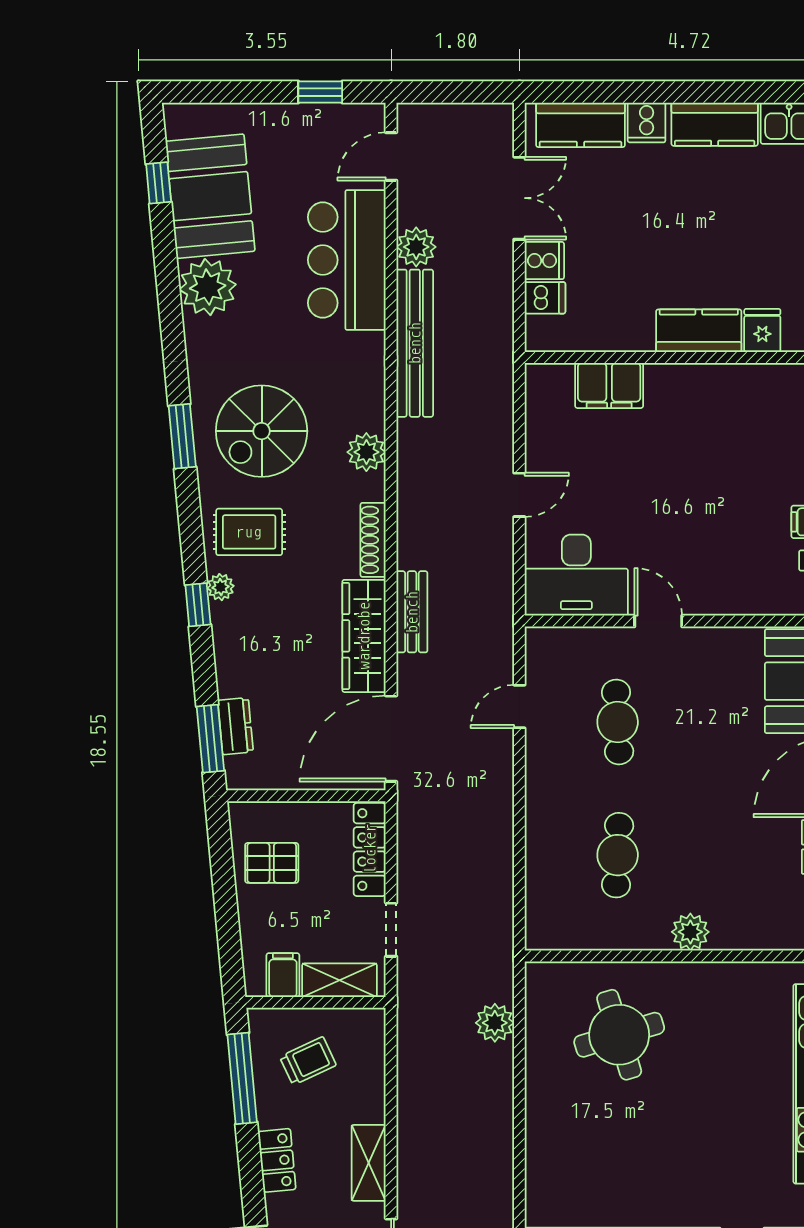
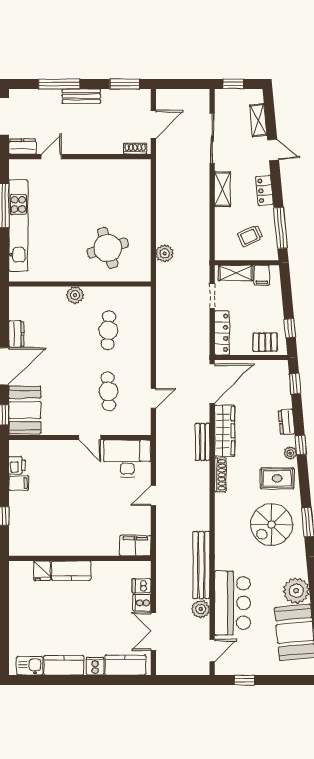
filing cabinet: (609, 385) -> (135, 546), moved
spiral stairs: (262, 431) -> (272, 525), turned 180
plant: (366, 452) -> (223, 515), removed
dresser: (235, 726) -> (287, 422), moved
window: (210, 739) -> (295, 384), width x0.67
window: (222, 860) -> (290, 328), added
pallet: (272, 863) -> (265, 342), moved

